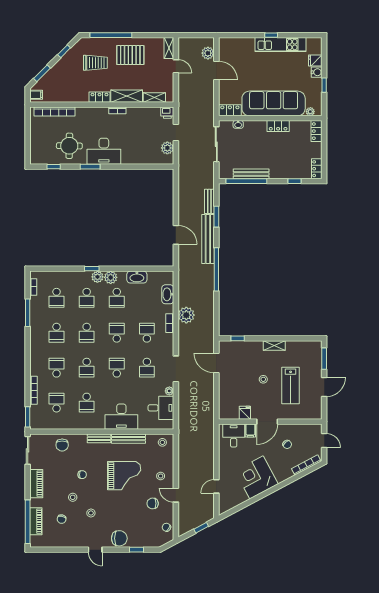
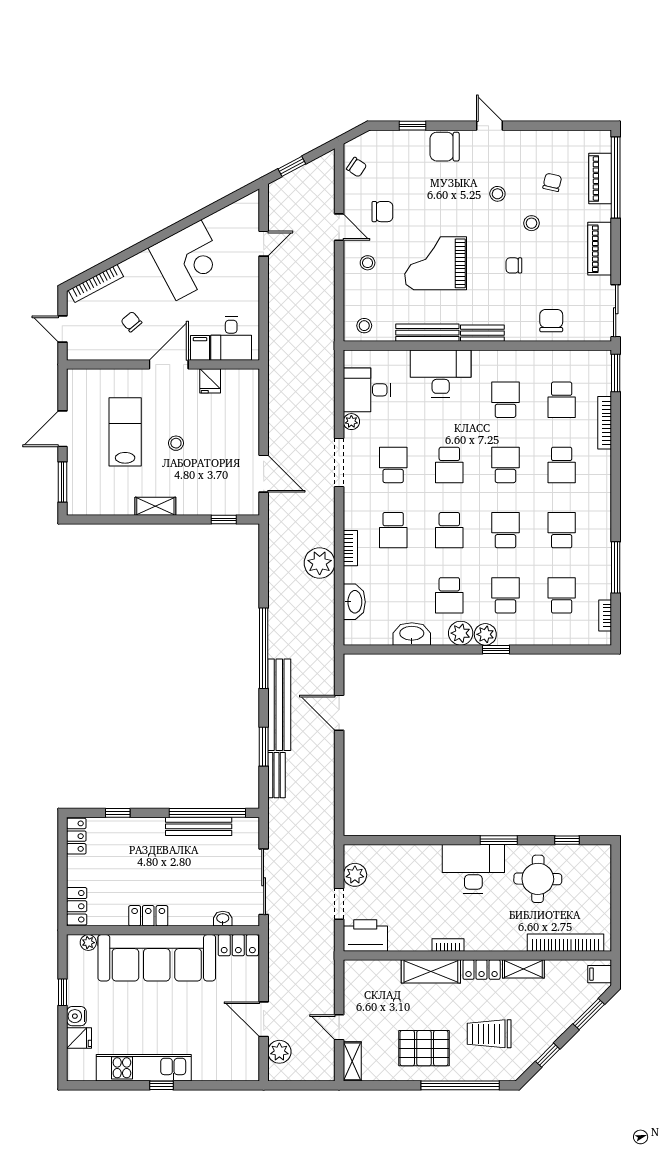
shelving: (154, 98) -> (523, 969), moved
printer: (167, 113) -> (365, 935), width x1.87, depth x1.48
school desk: (117, 298) -> (449, 595), turned 180

